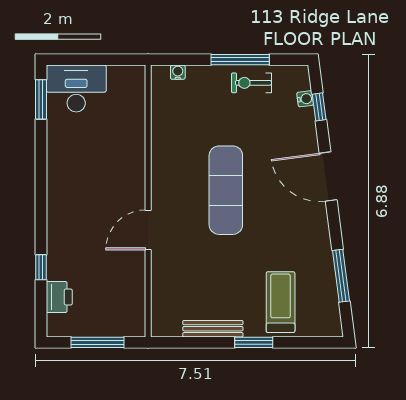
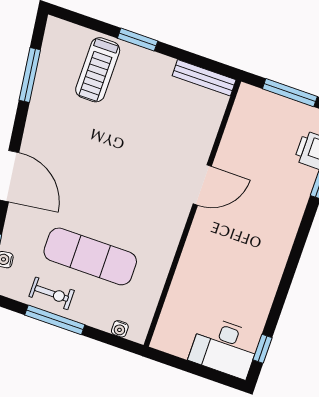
window: (41, 99) -> (262, 349), width x0.67
exercise mat: (226, 190) -> (90, 256), moved, turned 90
bench: (213, 329) -> (204, 78), moved

